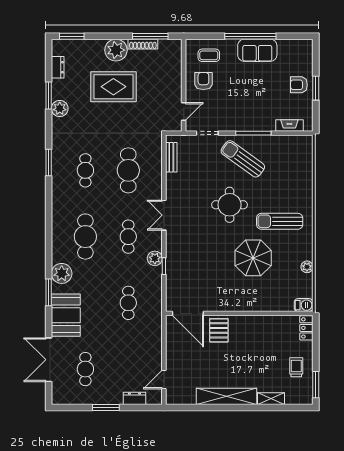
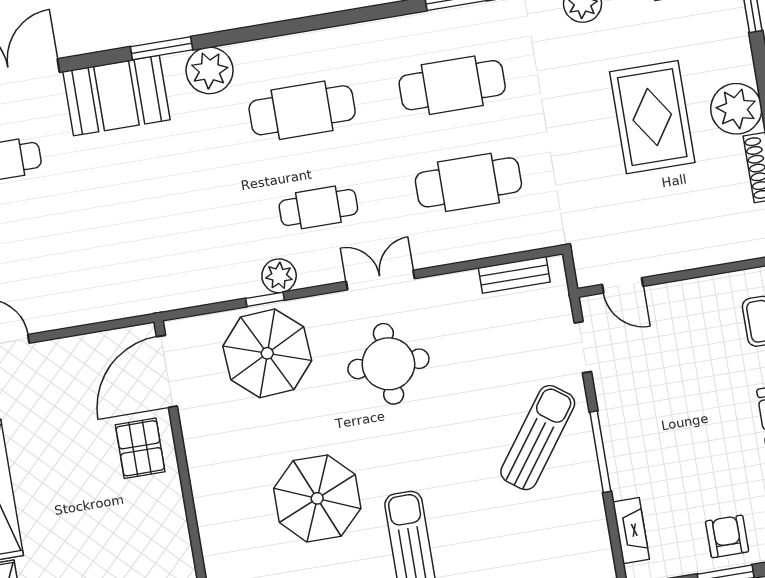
armchair: (203, 81) -> (699, 319), removed
cafe table: (85, 170) -> (452, 85), width x1.37, depth x1.35
round table: (230, 205) -> (388, 364), moved
parasol: (187, 269) -> (267, 353), added
cafe table: (128, 303) -> (168, 233), removed
pallet: (219, 330) -> (140, 448), turned 90

